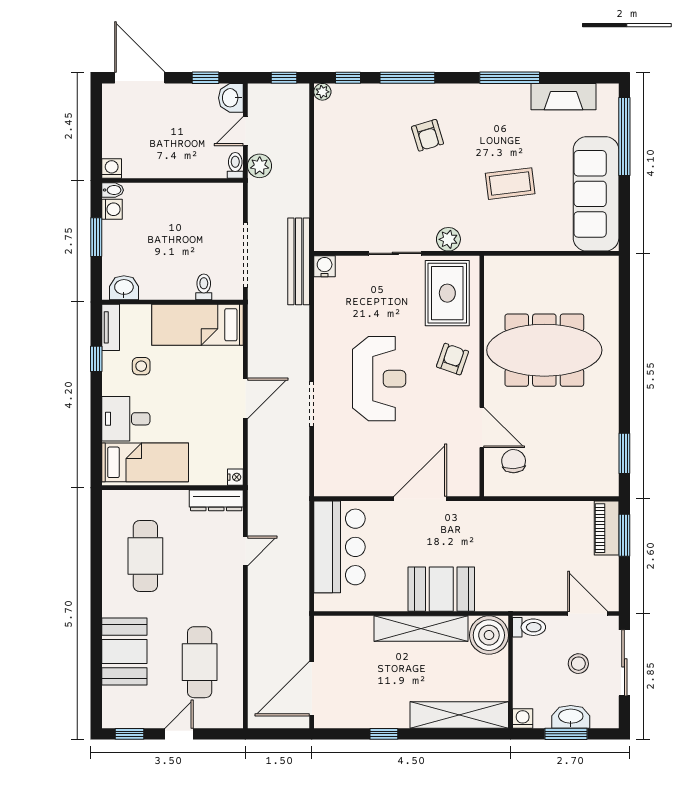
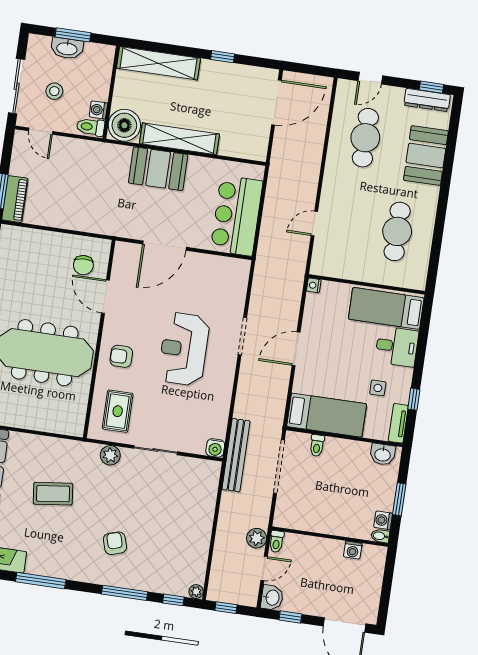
washing machine: (112, 168) -> (353, 550), moved
rug: (447, 293) -> (118, 411), width x0.73, depth x0.70
armchair: (453, 359) -> (121, 356), turned 71
dresser: (216, 500) -> (427, 100), moved, turned 180
door: (588, 614) -> (41, 131), width x0.73
washing machine: (523, 718) -> (98, 110), moved, turned 90
door: (179, 734) -> (370, 78), moved

